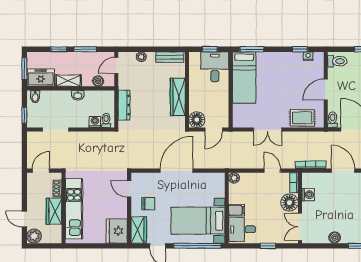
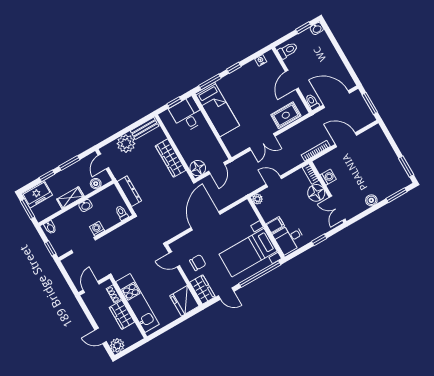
window: (300, 49) -> (234, 68), moved
plant: (141, 57) -> (126, 144), width x1.88, depth x1.88
freezer: (41, 78) -> (37, 194), moved, turned 180
washing machine: (95, 122) -> (97, 229), moved
door: (272, 171) -> (274, 181), moved

